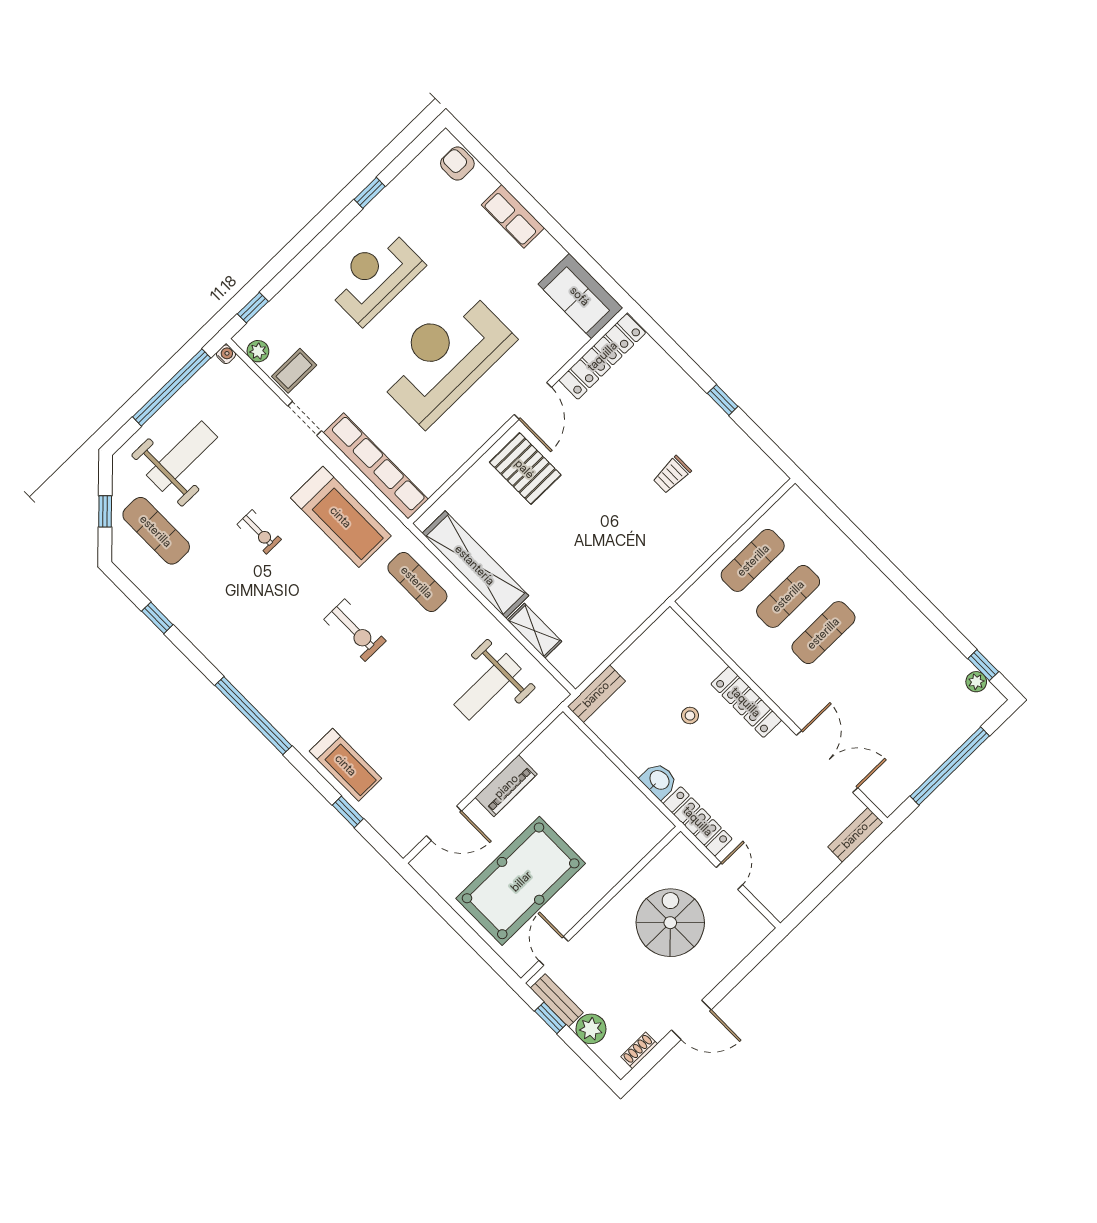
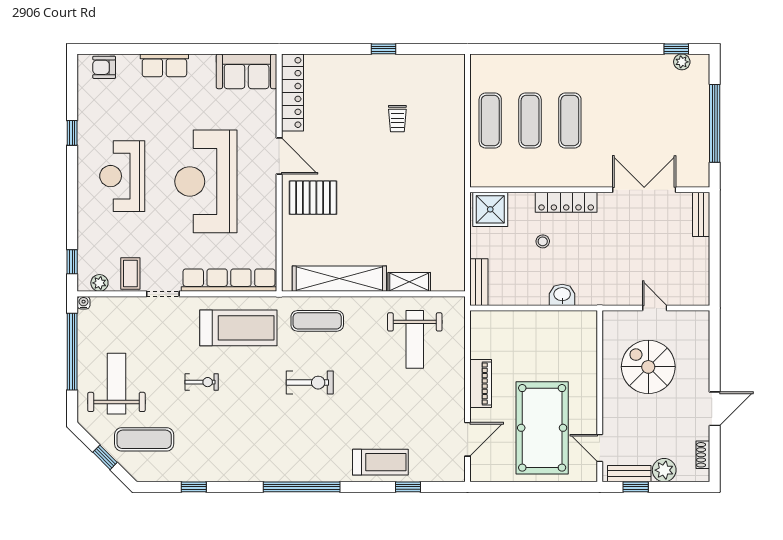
shower: (672, 639) -> (490, 209), added
locker: (698, 821) -> (606, 296), removed

